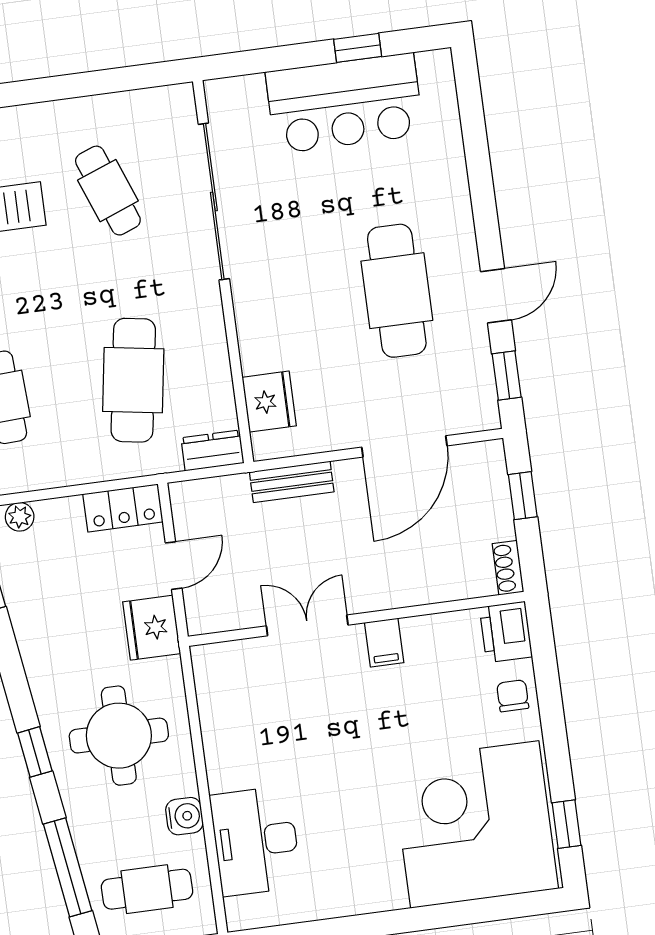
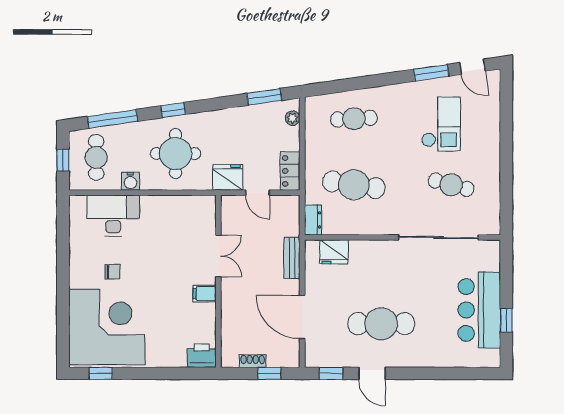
cafe table: (108, 191) -> (451, 185), turned 36
shoe rack: (508, 568) -> (253, 361), moved
chair: (513, 696) -> (113, 272), moved

